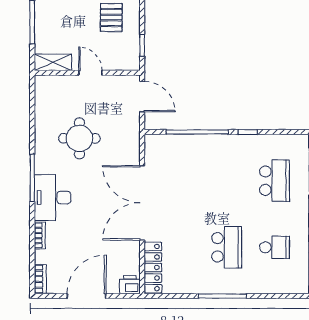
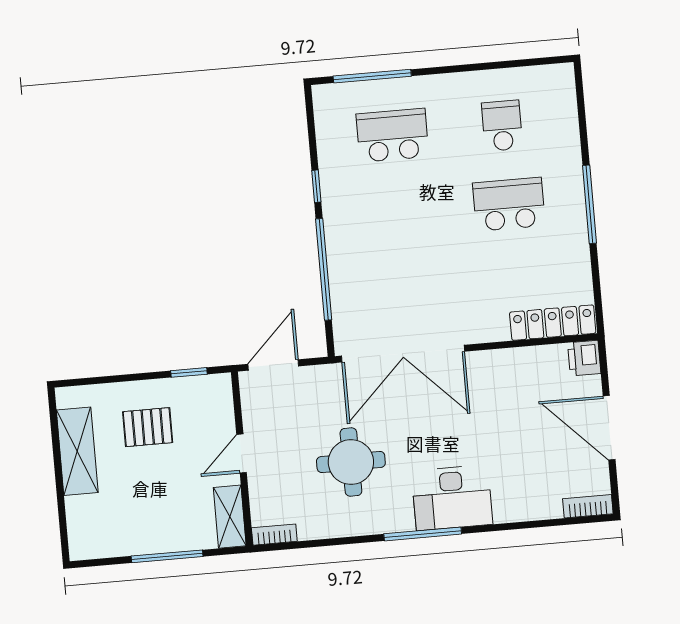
double door: (142, 203) -> (403, 354), moved
bookcase: (40, 236) -> (274, 535), moved

